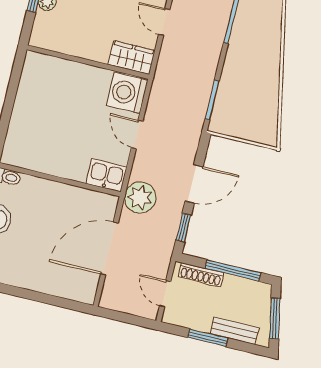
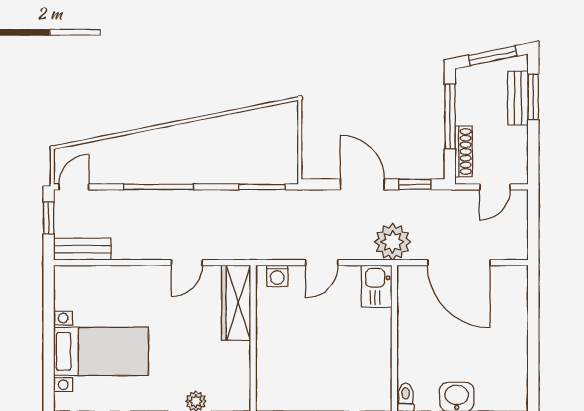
wardrobe: (131, 58) -> (236, 303), width x1.50
washing machine: (127, 93) -> (277, 276), width x0.53, depth x0.53
window: (208, 338) -> (533, 97), moved

